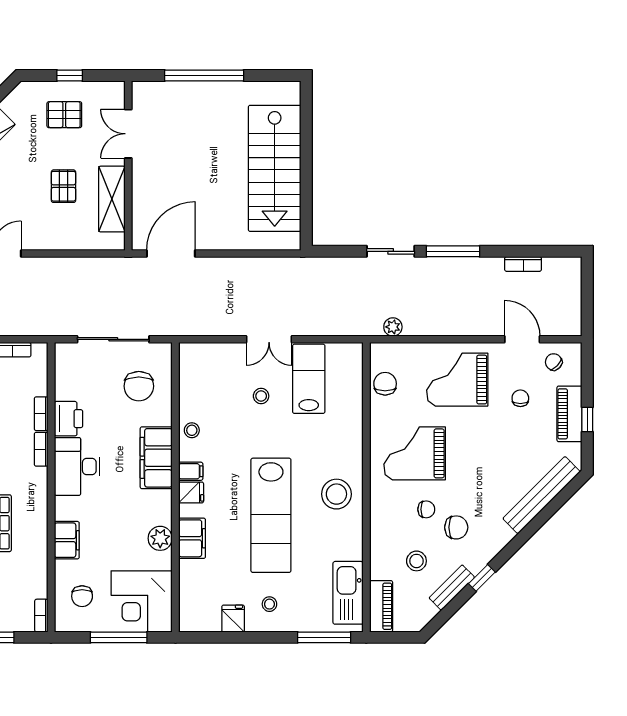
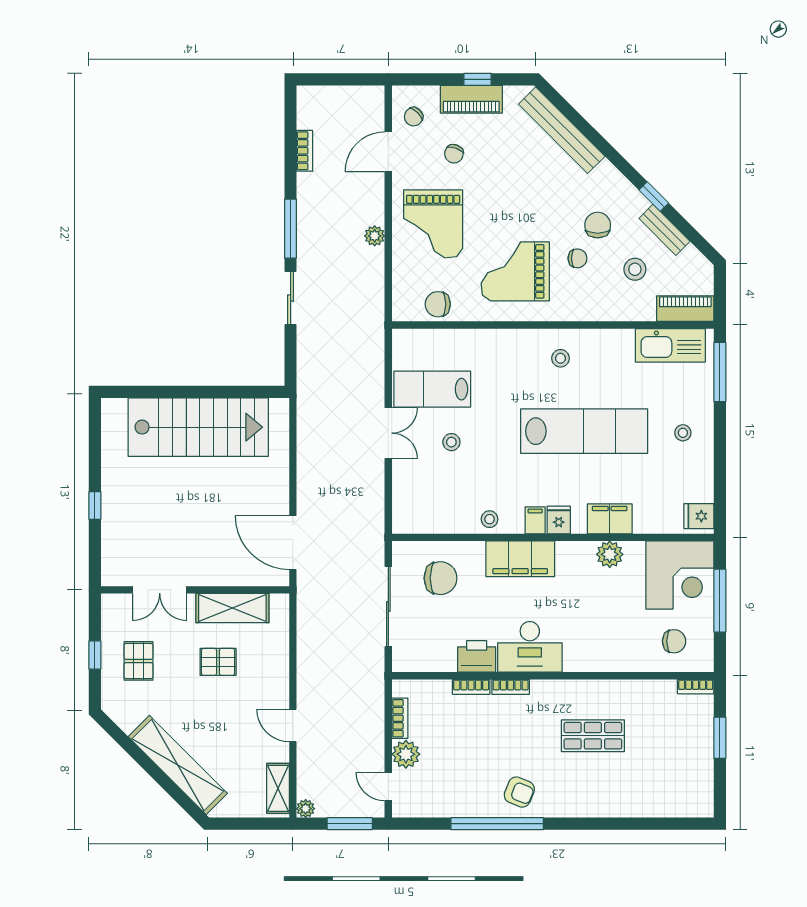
window: (204, 75) -> (95, 505), width x0.32
plant: (393, 327) -> (375, 236), moved
chair: (520, 398) -> (454, 154), turned -71
grand piano: (415, 453) -> (515, 271), turned 90
stool: (336, 494) -> (561, 358), width x0.53, depth x0.53
chair: (426, 509) -> (577, 258), turned 90
filing cabinet: (67, 540) -> (612, 658), removed
fridge: (233, 619) -> (699, 516), moved

